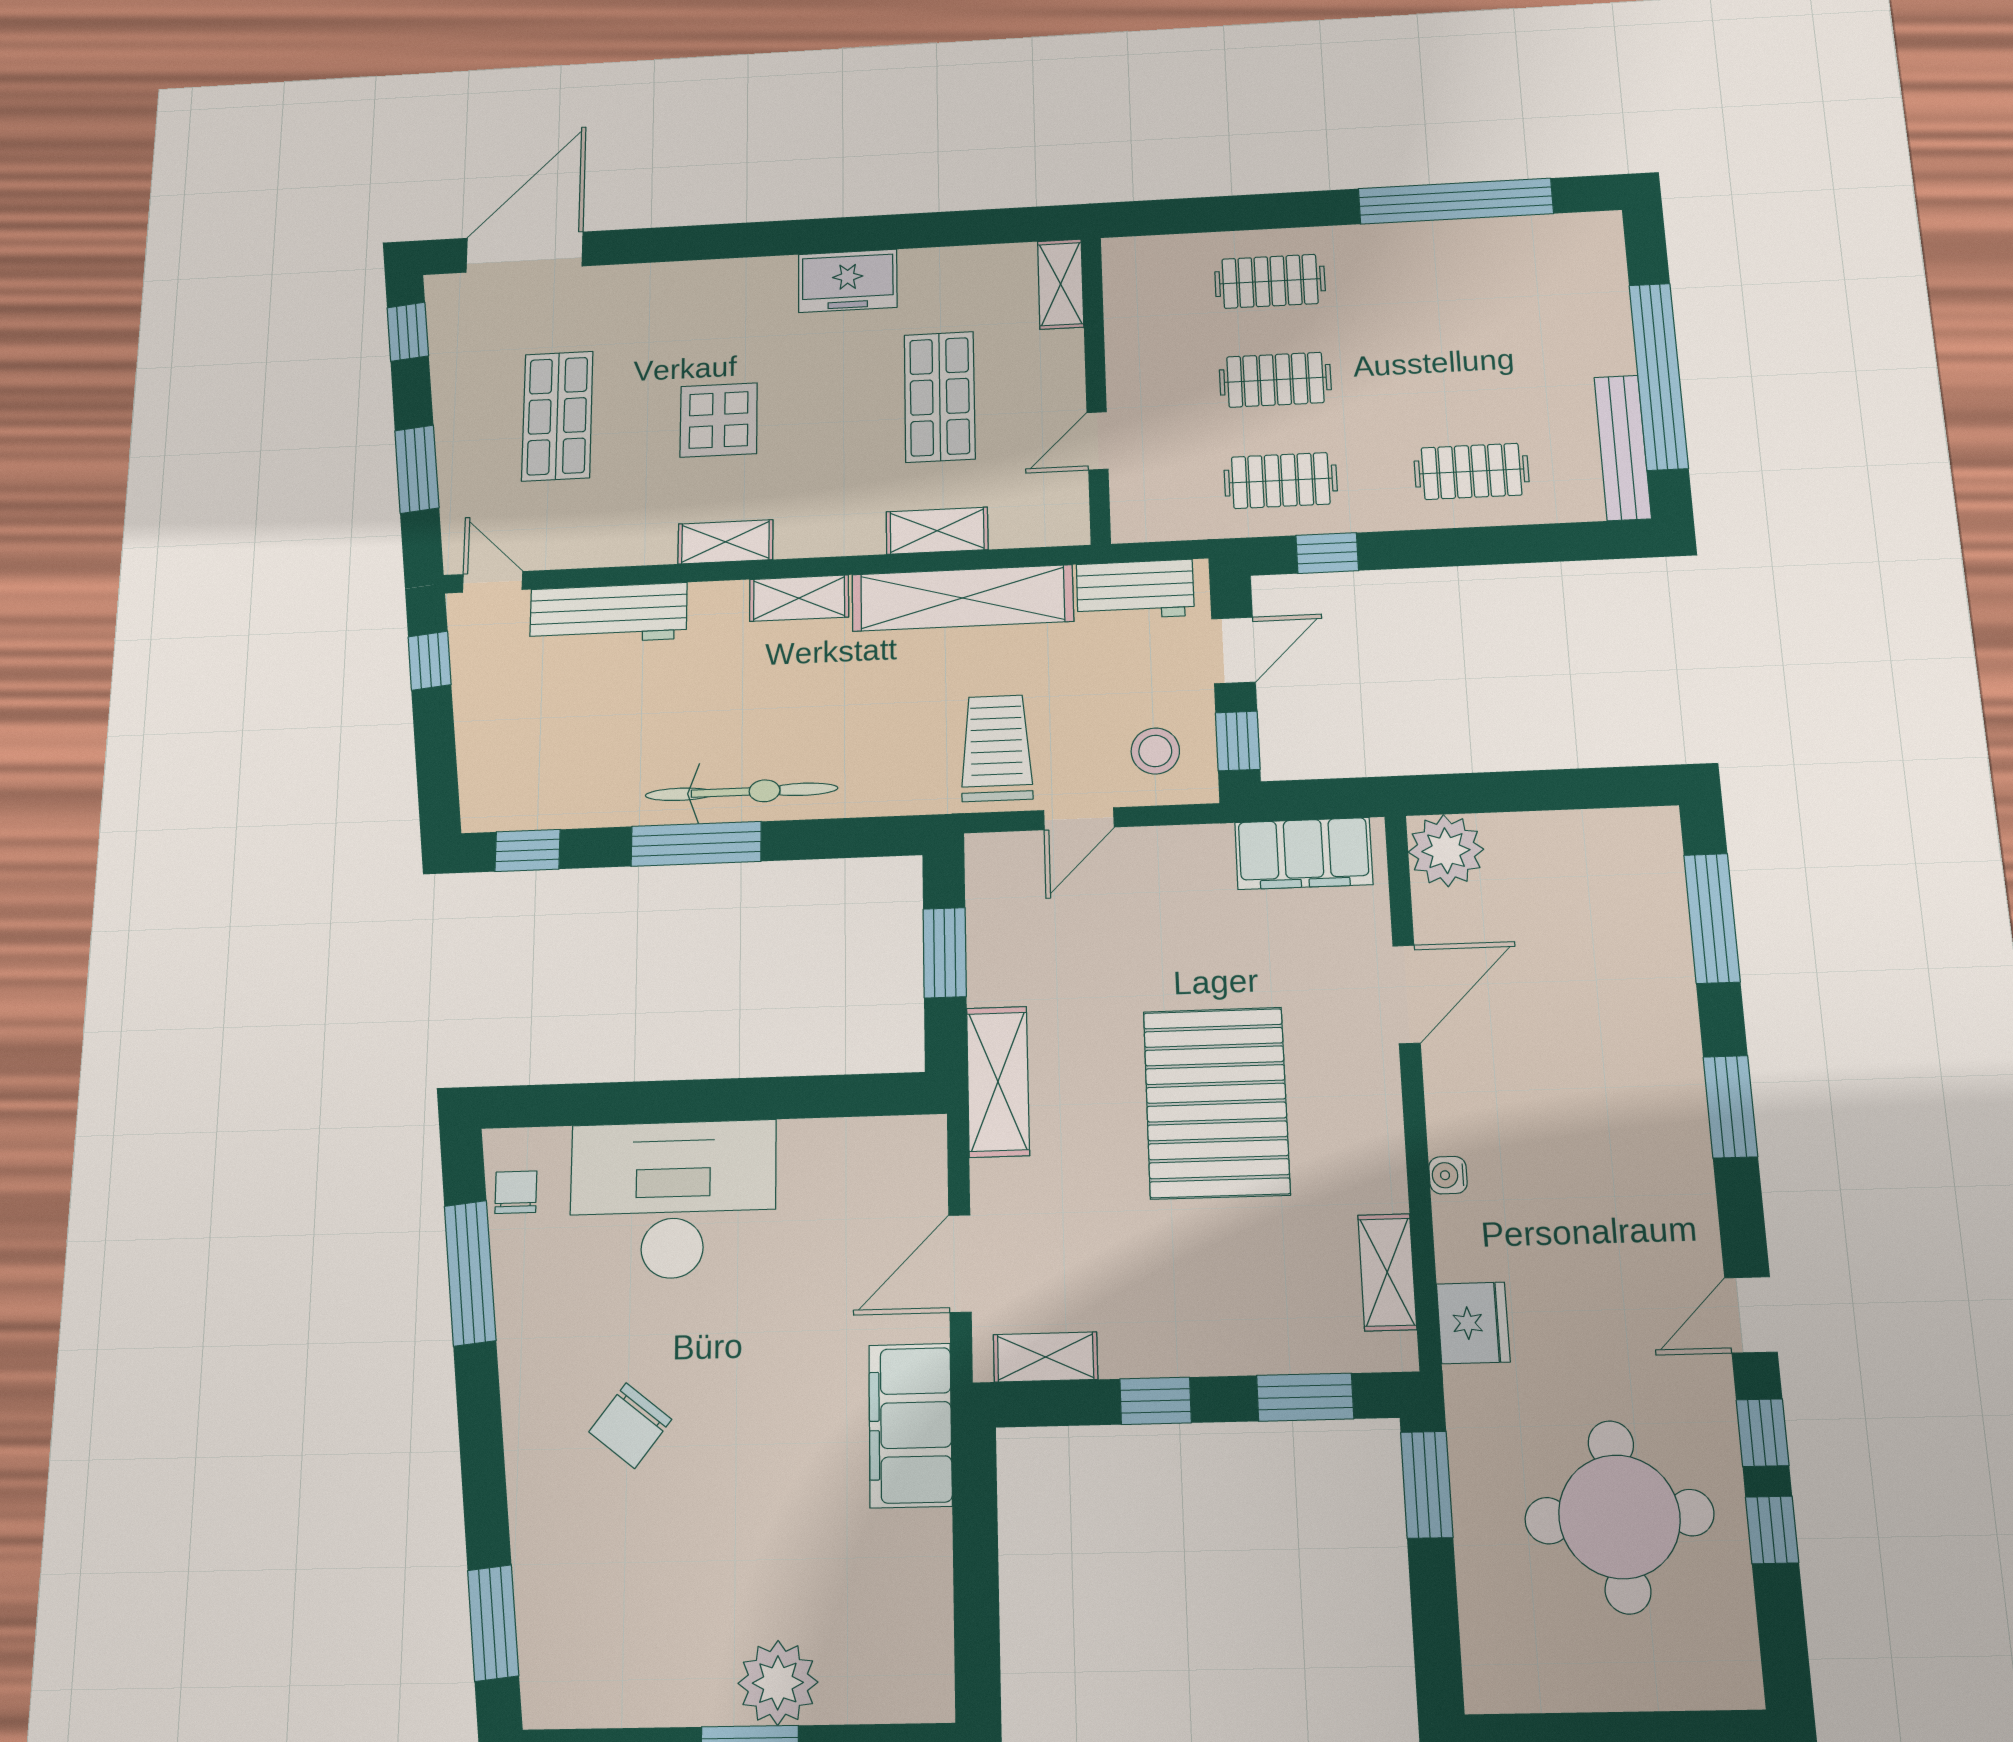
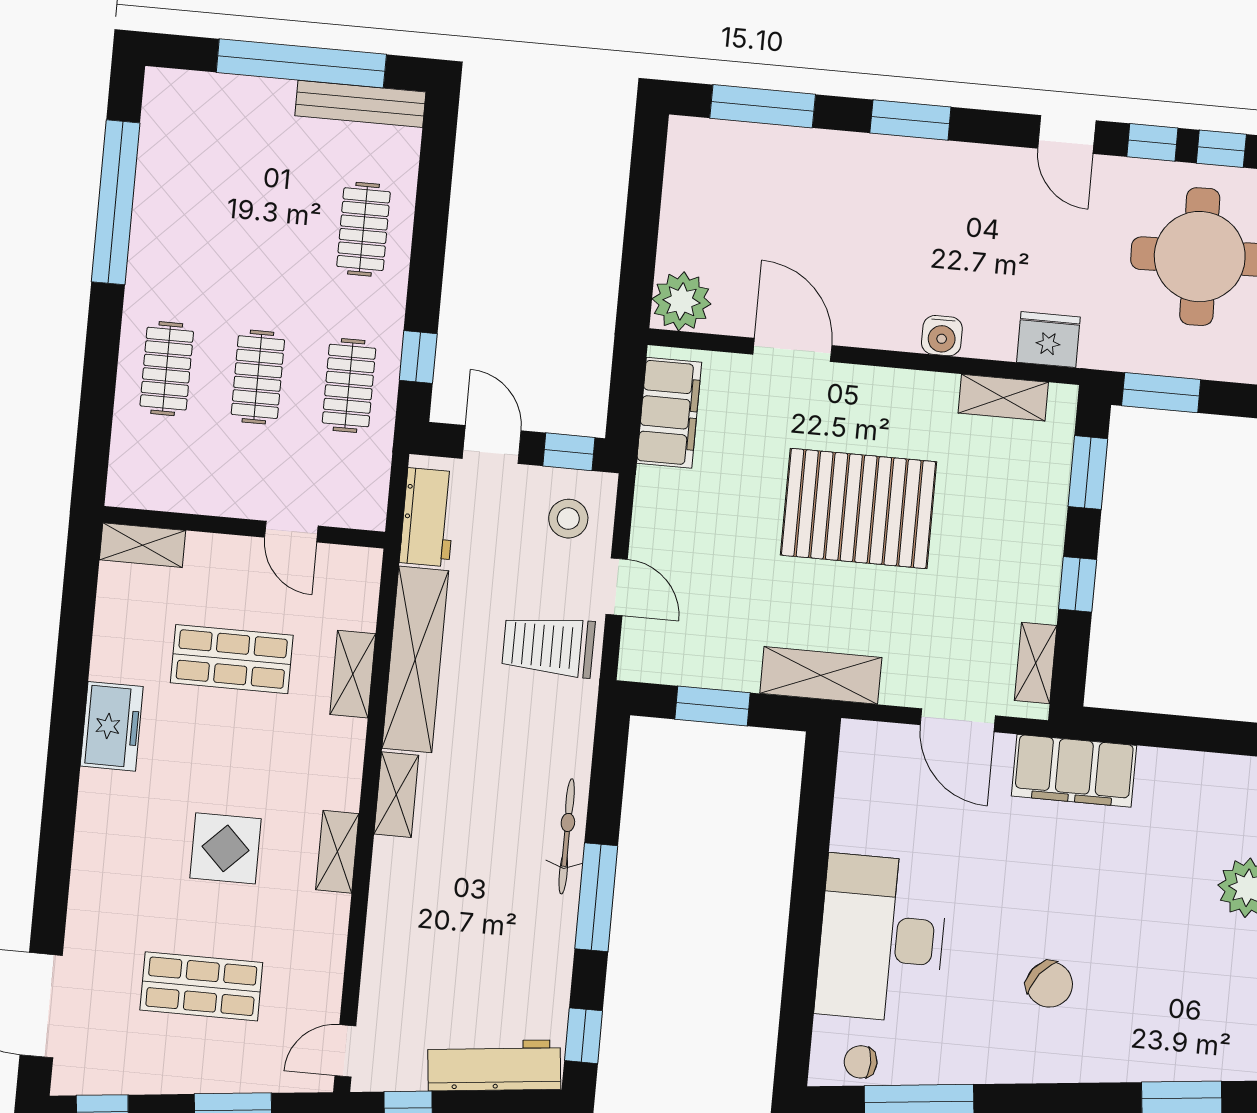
workbench: (608, 614) -> (494, 1065), moved, turned -96
bicycle: (741, 792) -> (567, 836), width x0.73, depth x0.71
water cooler: (1448, 1175) -> (942, 336), width x1.38, depth x1.38

